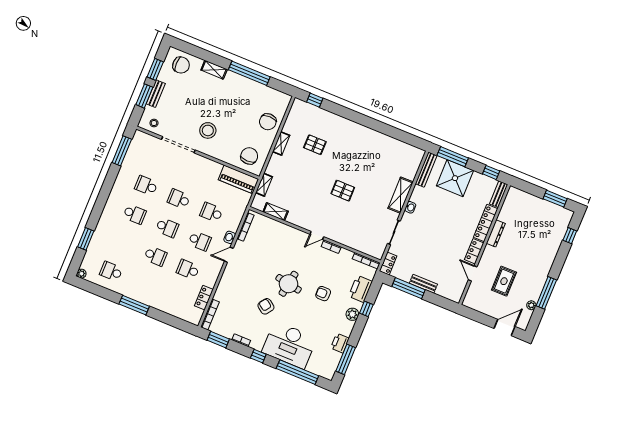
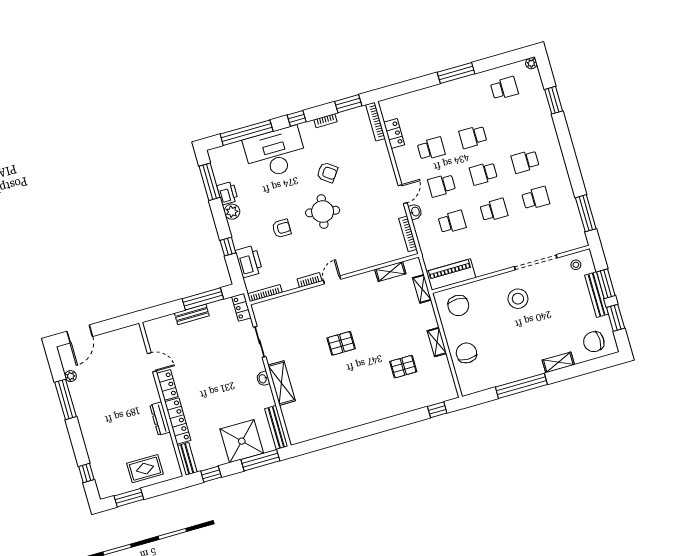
bench: (156, 94) -> (597, 295), width x1.36
rug: (504, 281) -> (145, 469), moved, turned 90
plant: (352, 314) -> (232, 212), moved

